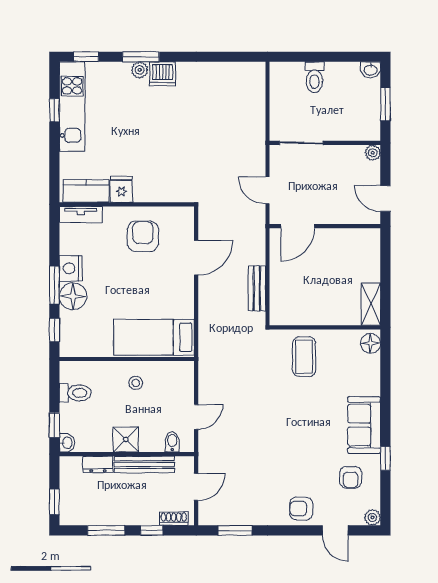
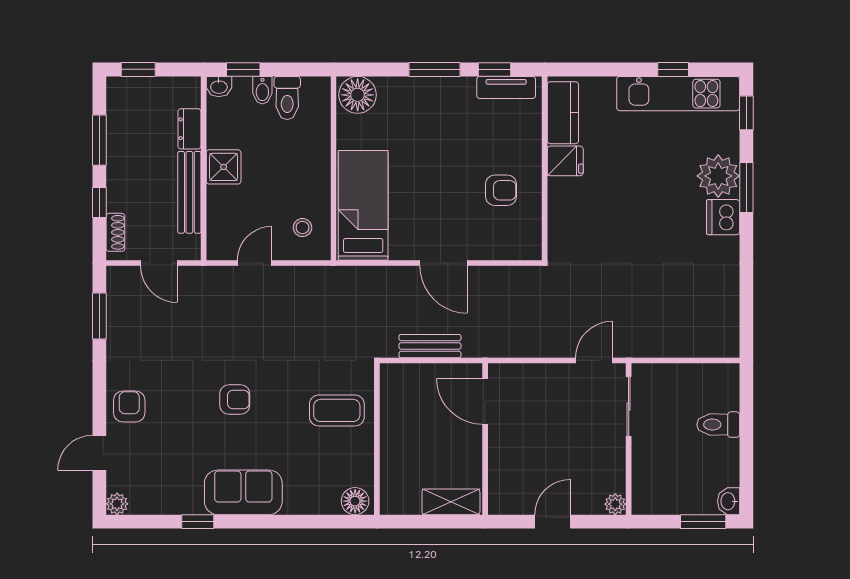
plant: (140, 70) -> (718, 176), width x1.88, depth x1.88
window: (385, 104) -> (703, 522), moved
door: (268, 190) -> (594, 360), moved
tv unit: (81, 215) -> (506, 87), moved, turned -90
door: (298, 226) -> (485, 402), moved
wall: (325, 226) -> (485, 439), moved
armchair: (143, 236) -> (501, 190), width x0.72, depth x0.72
door: (196, 258) -> (443, 263), moved
nightstand: (71, 268) -> (457, 92), removed
floor lamp: (73, 296) -> (358, 95), moved
shelving: (371, 304) -> (451, 502), moved
window: (54, 330) -> (494, 69), moved
stool: (136, 383) -> (303, 228), moved
door: (196, 417) -> (254, 263), swing flipped
bidet: (172, 442) -> (262, 90), moved, turned 90
armchair: (351, 477) -> (235, 400), moved, turned 180

